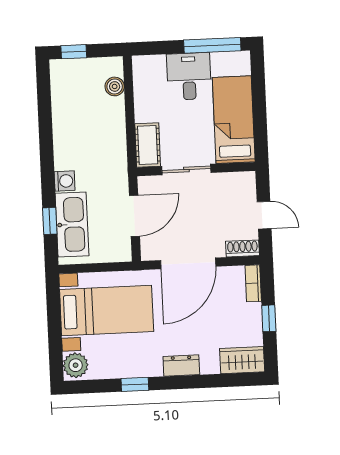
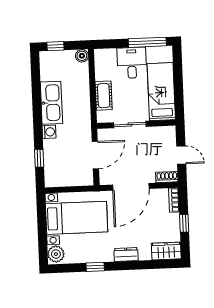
boiler: (115, 86) -> (82, 56), moved
cot: (148, 145) -> (104, 96), moved
kitchen sink: (72, 224) -> (51, 103), moved

